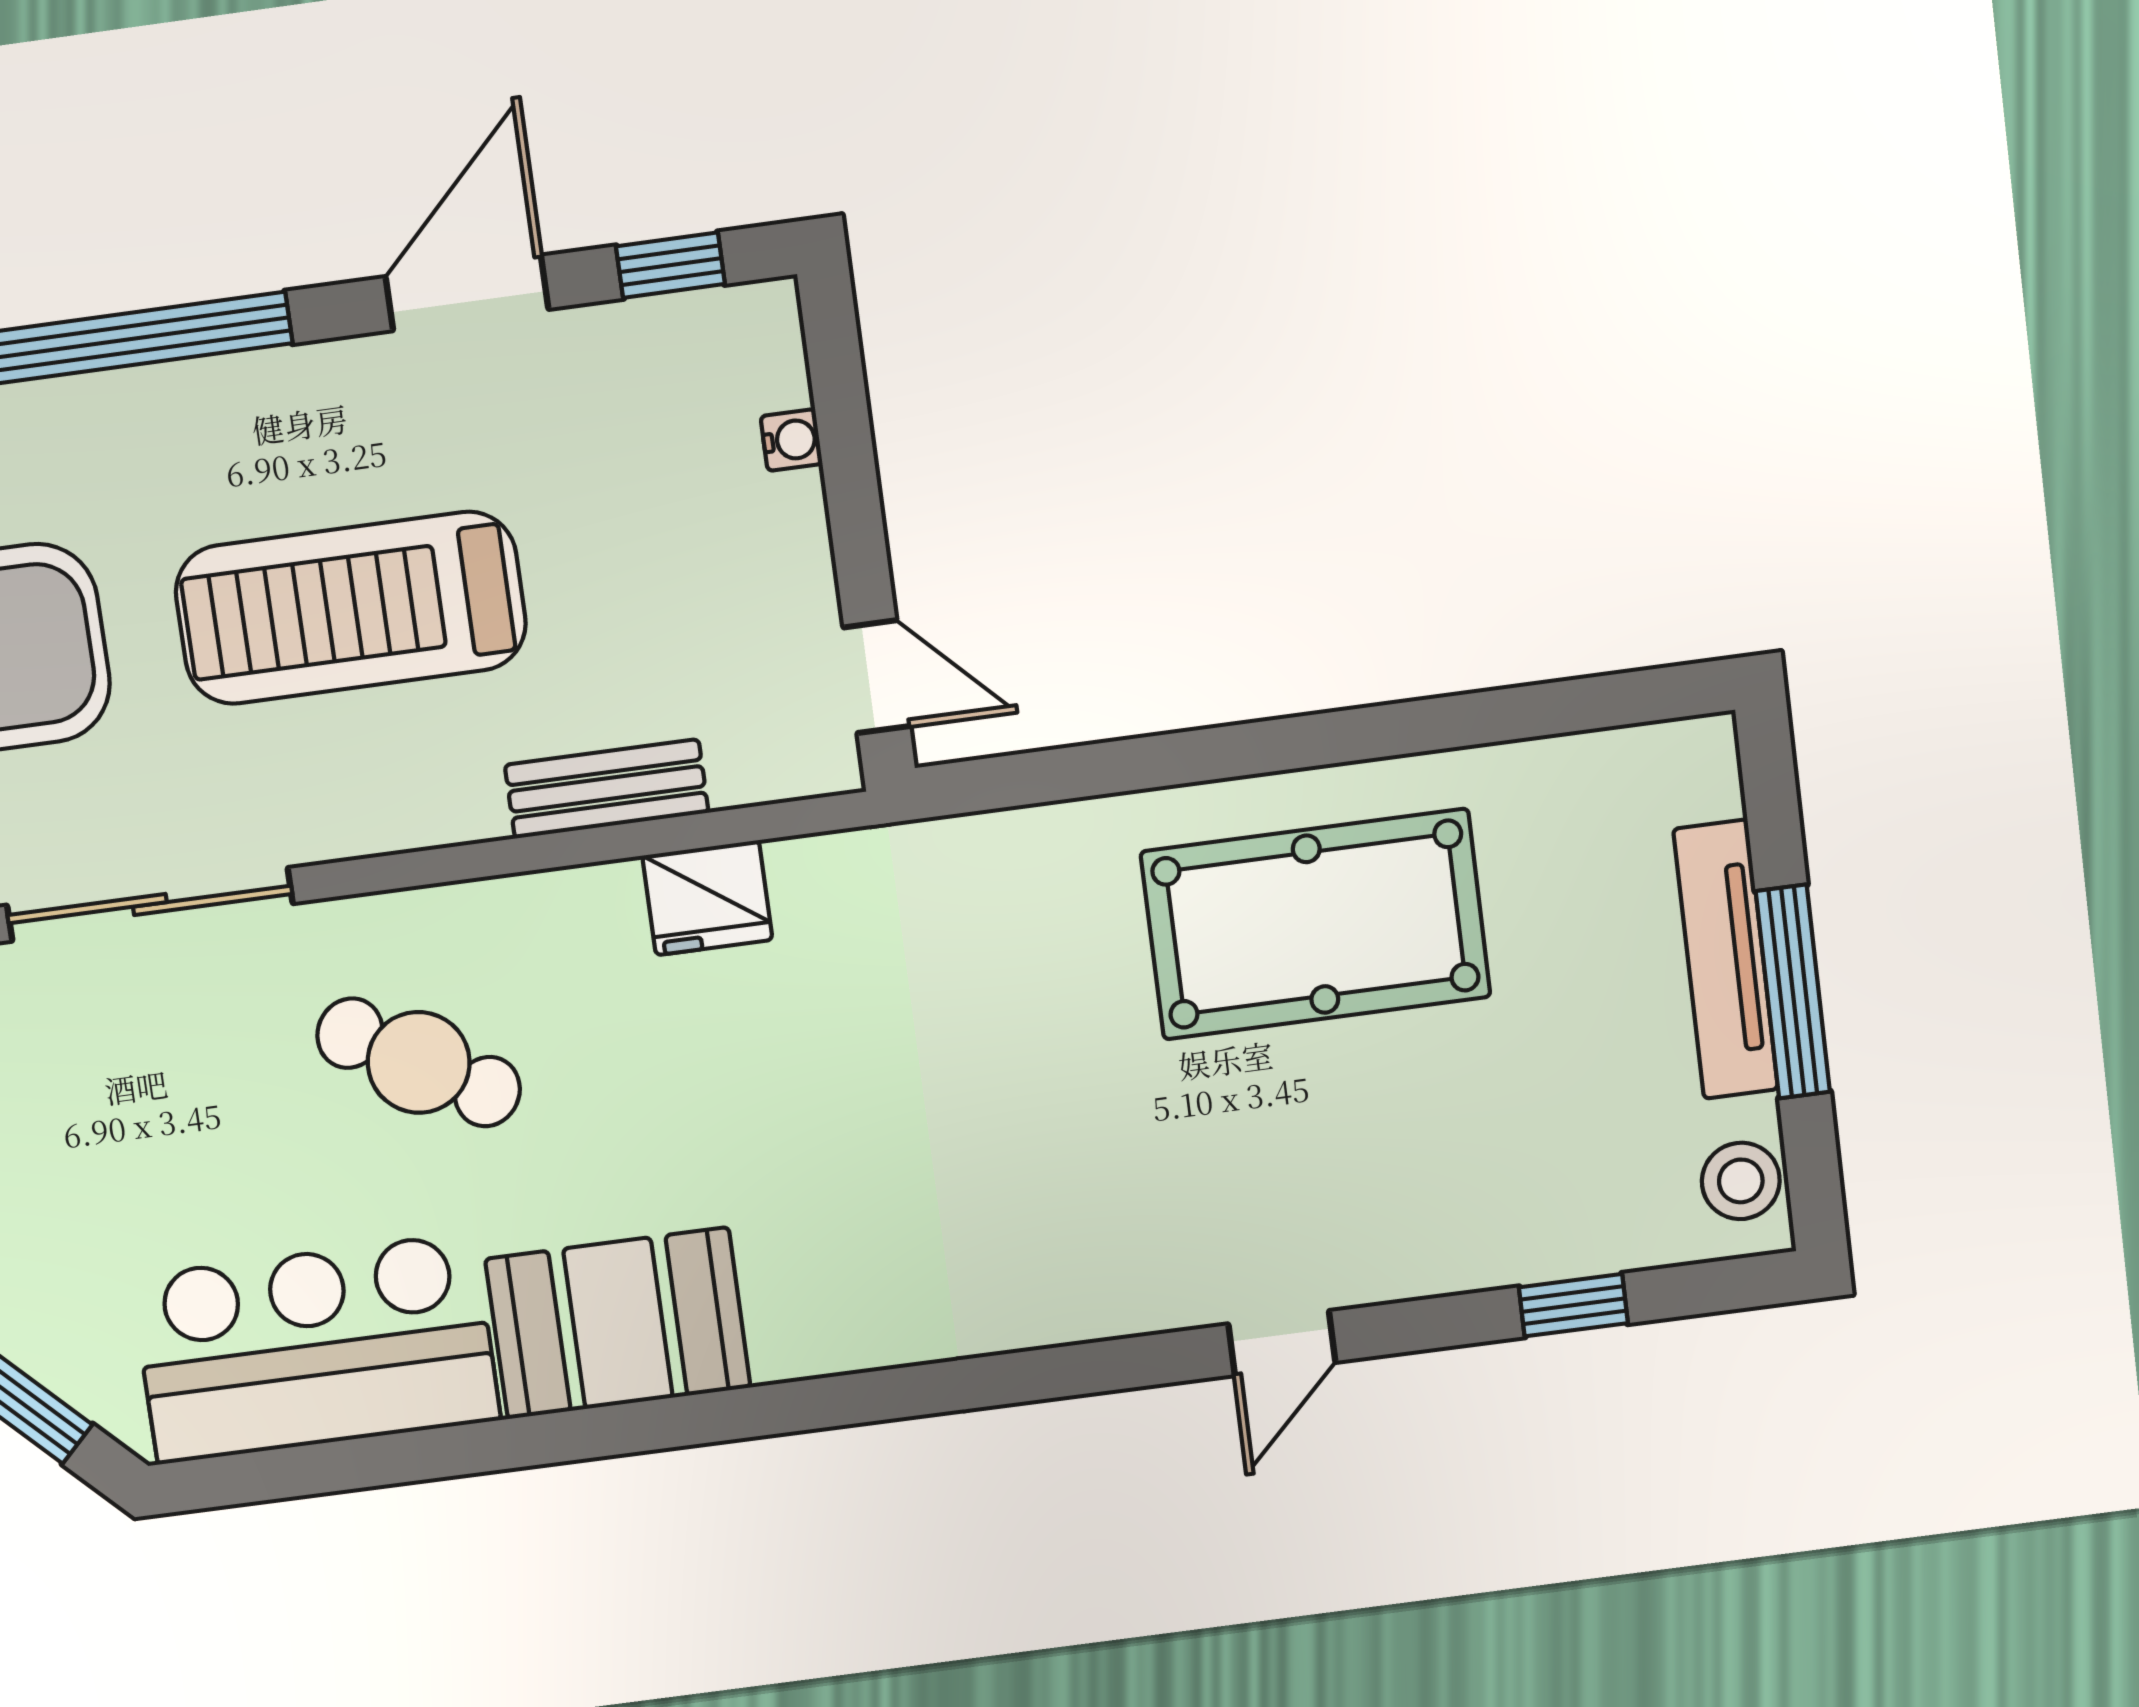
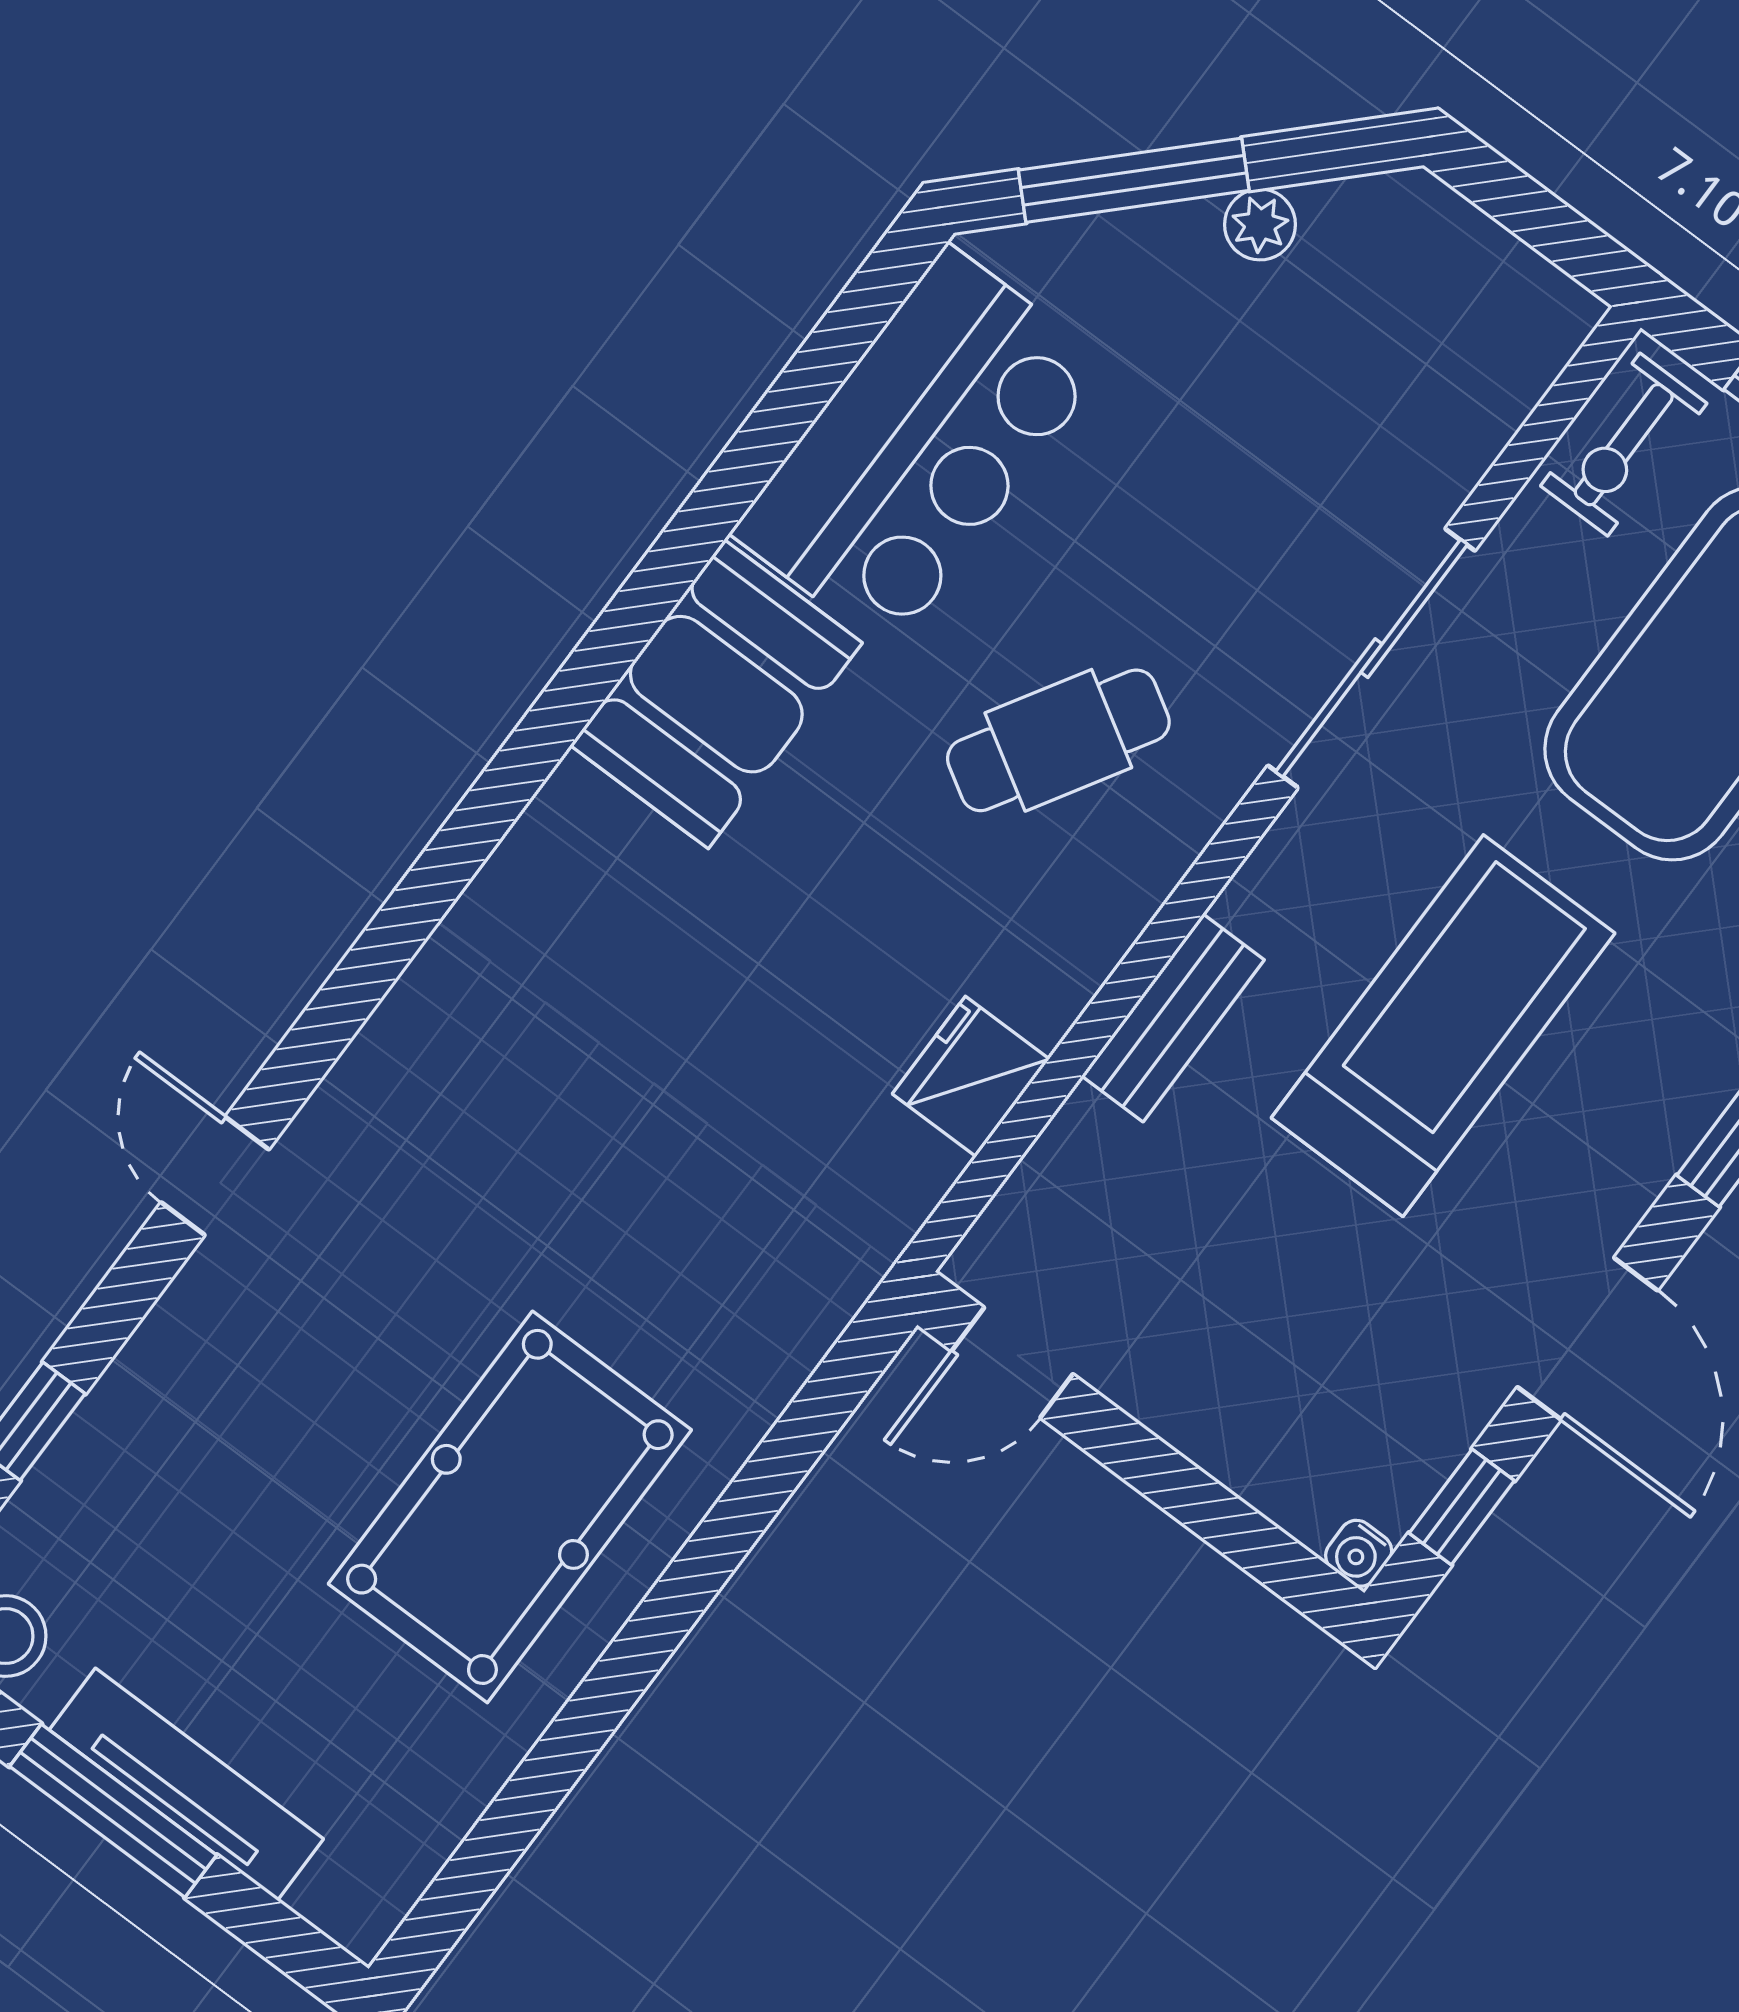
water cooler: (791, 440) -> (1359, 1553), moved
bench: (607, 789) -> (1173, 1018), moved

